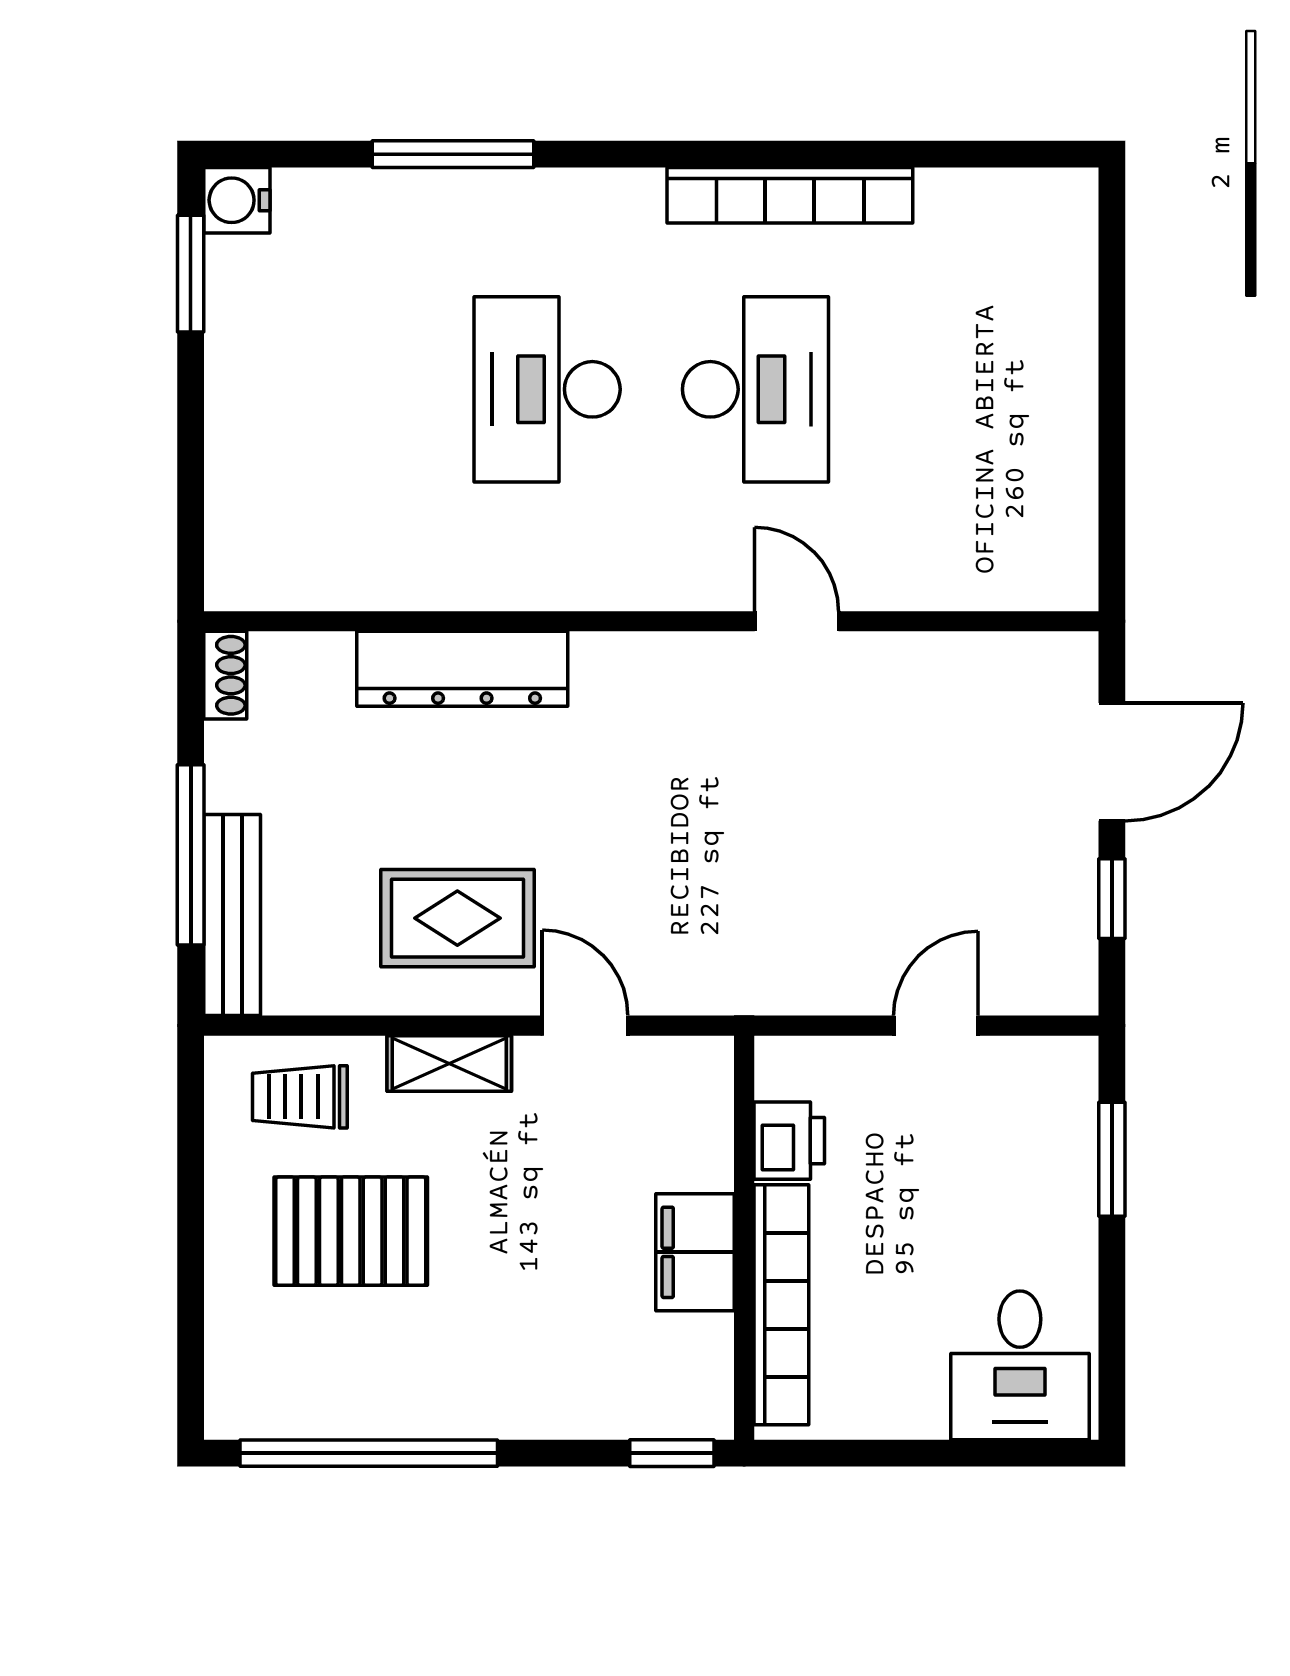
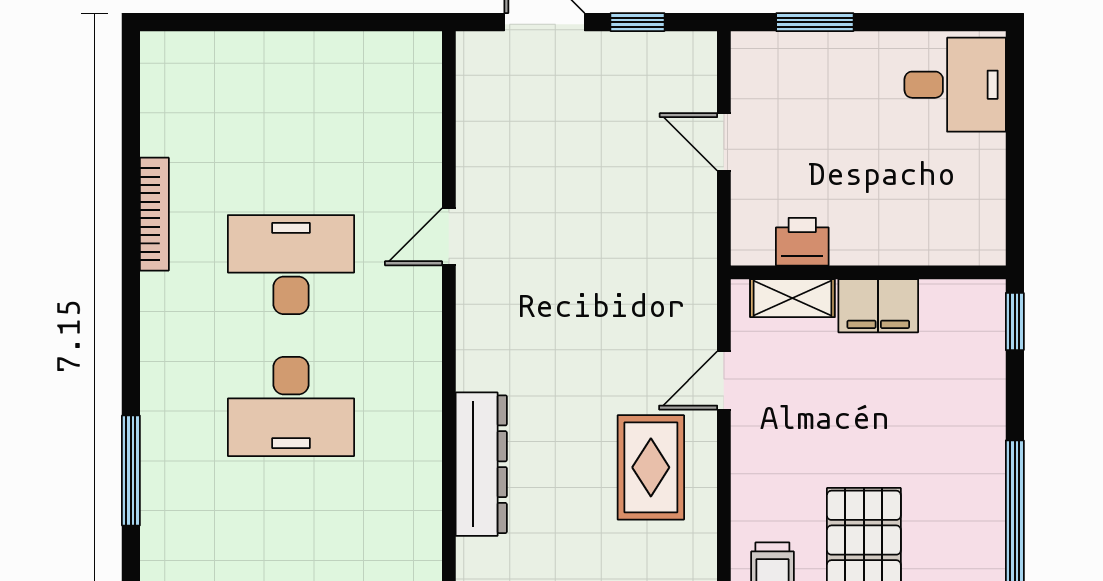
bookcase: (790, 195) -> (154, 214), width x0.68, depth x0.76
shelving: (449, 1063) -> (792, 298), moved, turned 90
bookcase: (781, 1305) -> (914, 247), removed

